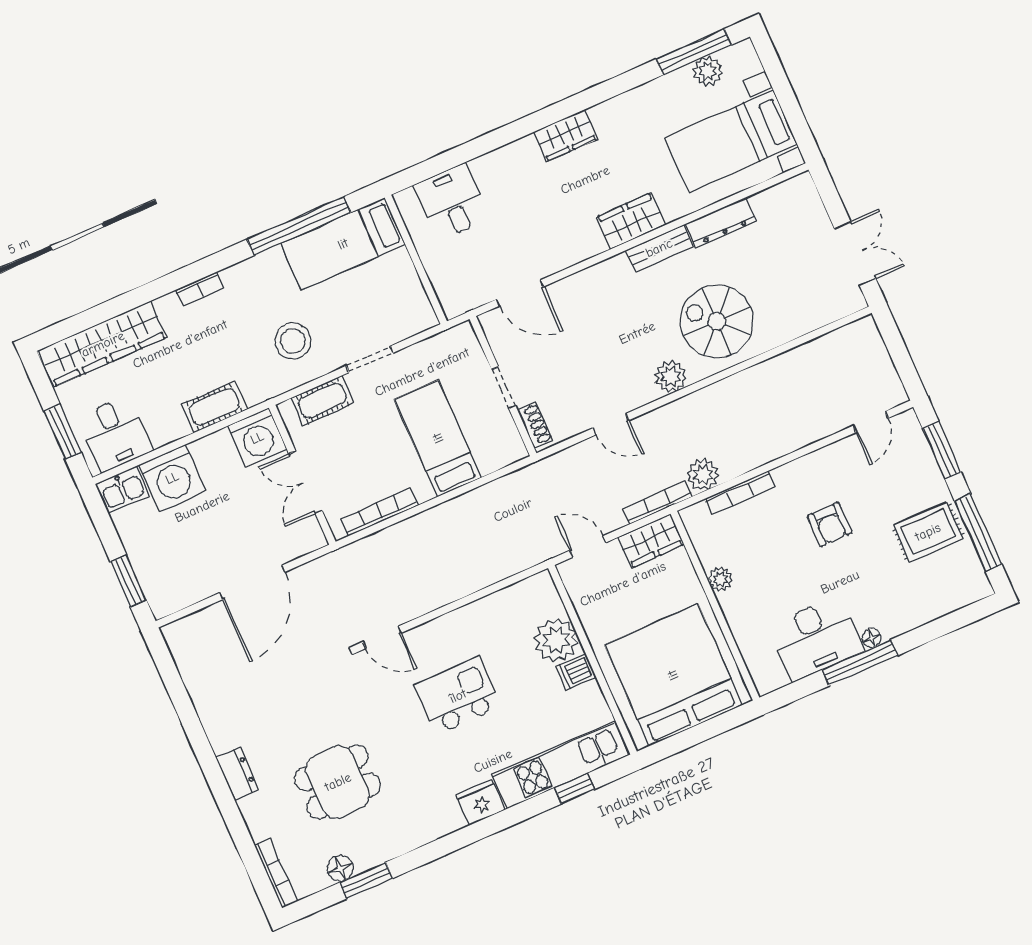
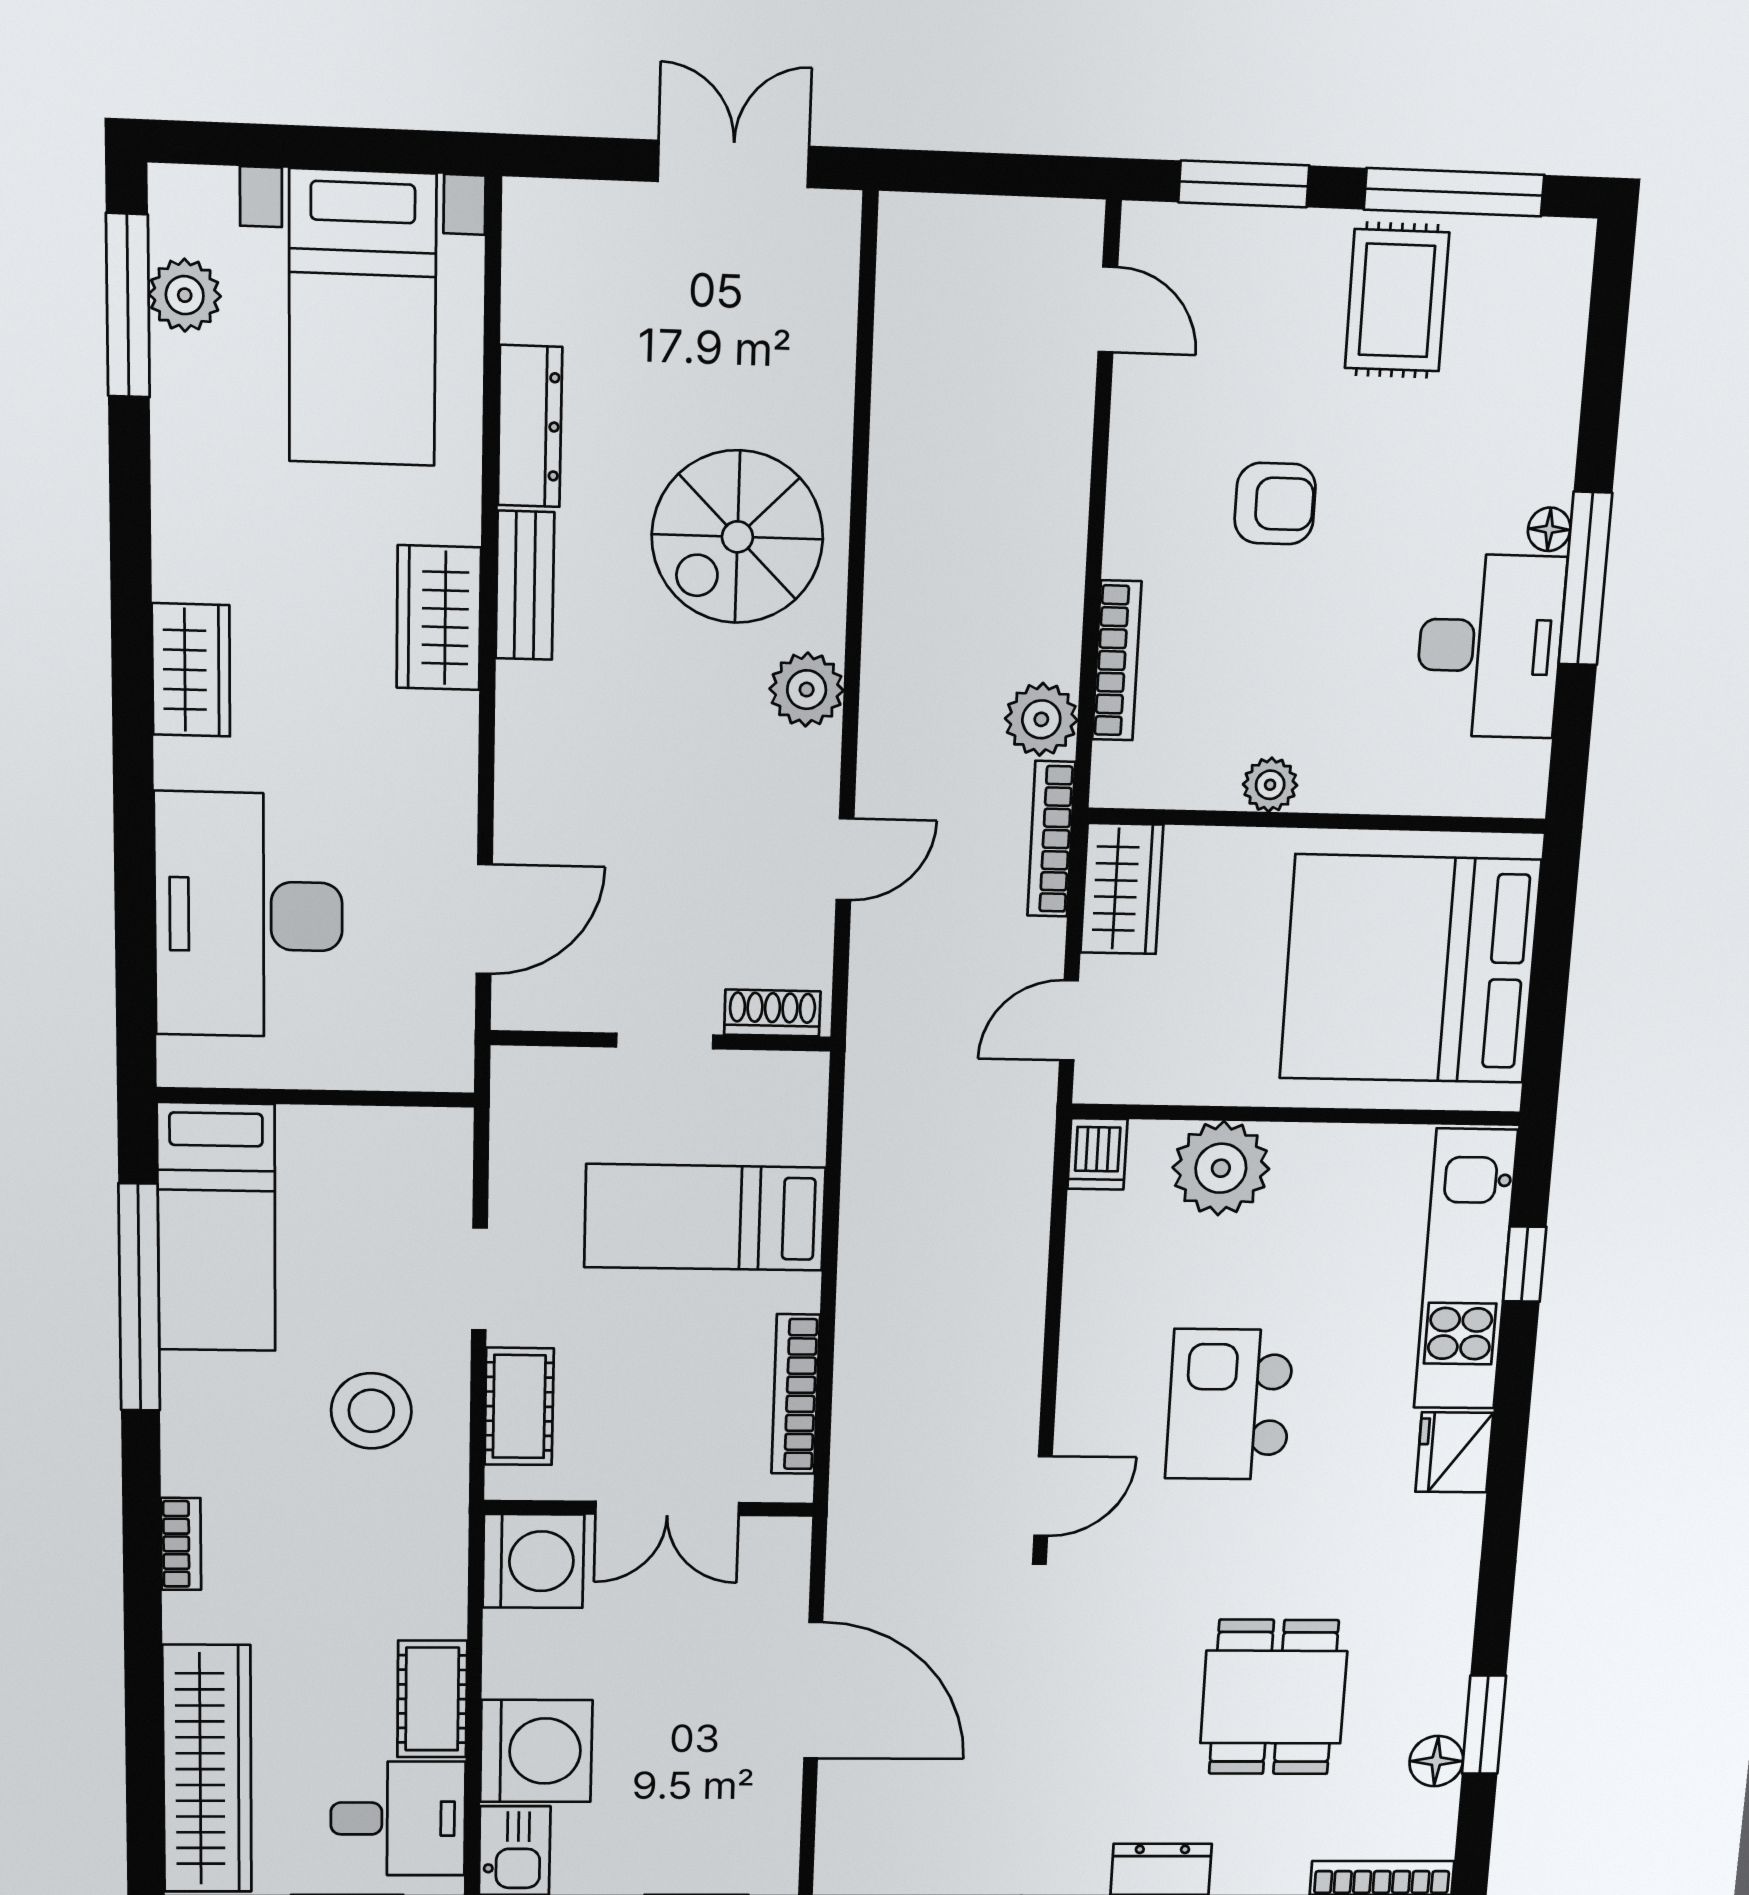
desk: (452, 202) -> (249, 915), width x1.87, depth x1.30
cot: (214, 407) -> (432, 1699), moved
dishwasher: (576, 672) -> (1097, 1154), moved

